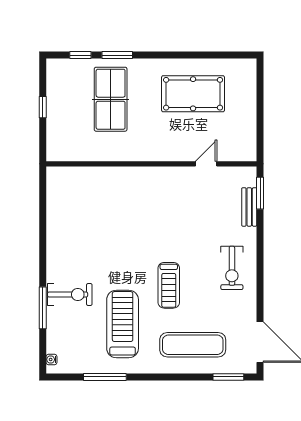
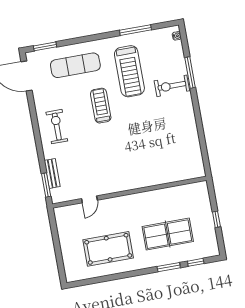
table tennis table: (111, 99) -> (168, 234), turned 90

